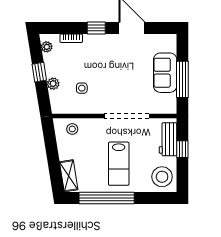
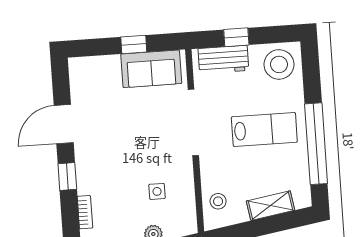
sofa: (165, 73) -> (151, 69), moved
window: (182, 79) -> (134, 44), width x0.46
shelving: (69, 176) -> (271, 206), moved

